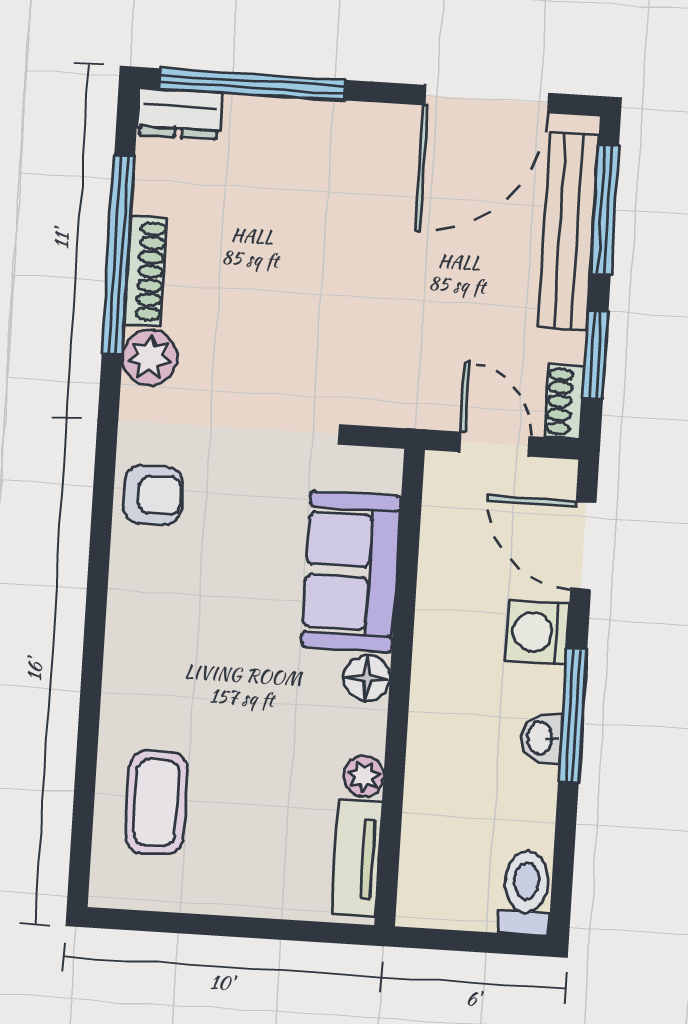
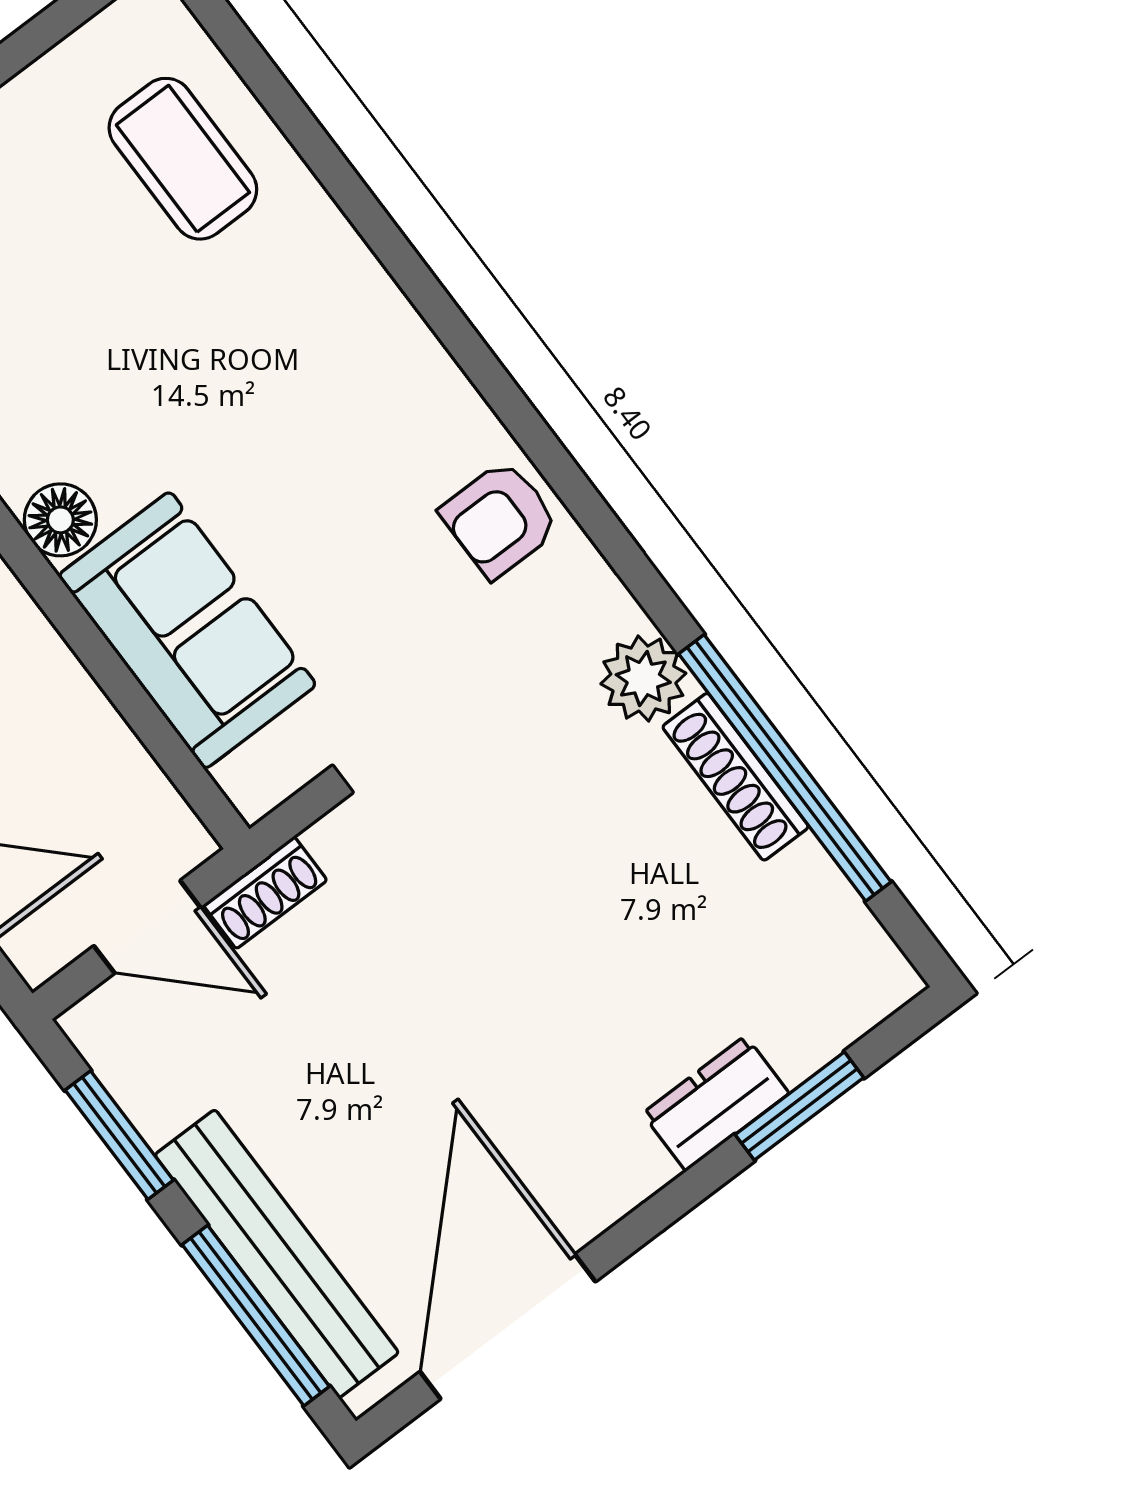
window: (253, 84) -> (799, 1106), width x0.47
dresser: (179, 114) -> (716, 1103), moved
shoe rack: (564, 401) -> (265, 893), moved, turned 90

